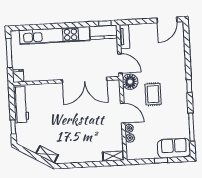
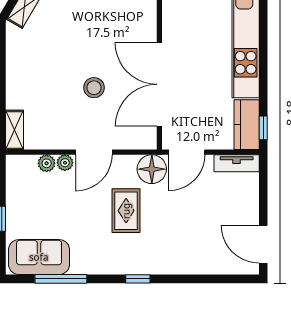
rug: (153, 94) -> (126, 211), turned 90
stool: (88, 115) -> (94, 88), added
sofa: (174, 148) -> (39, 257), moved, turned -90

